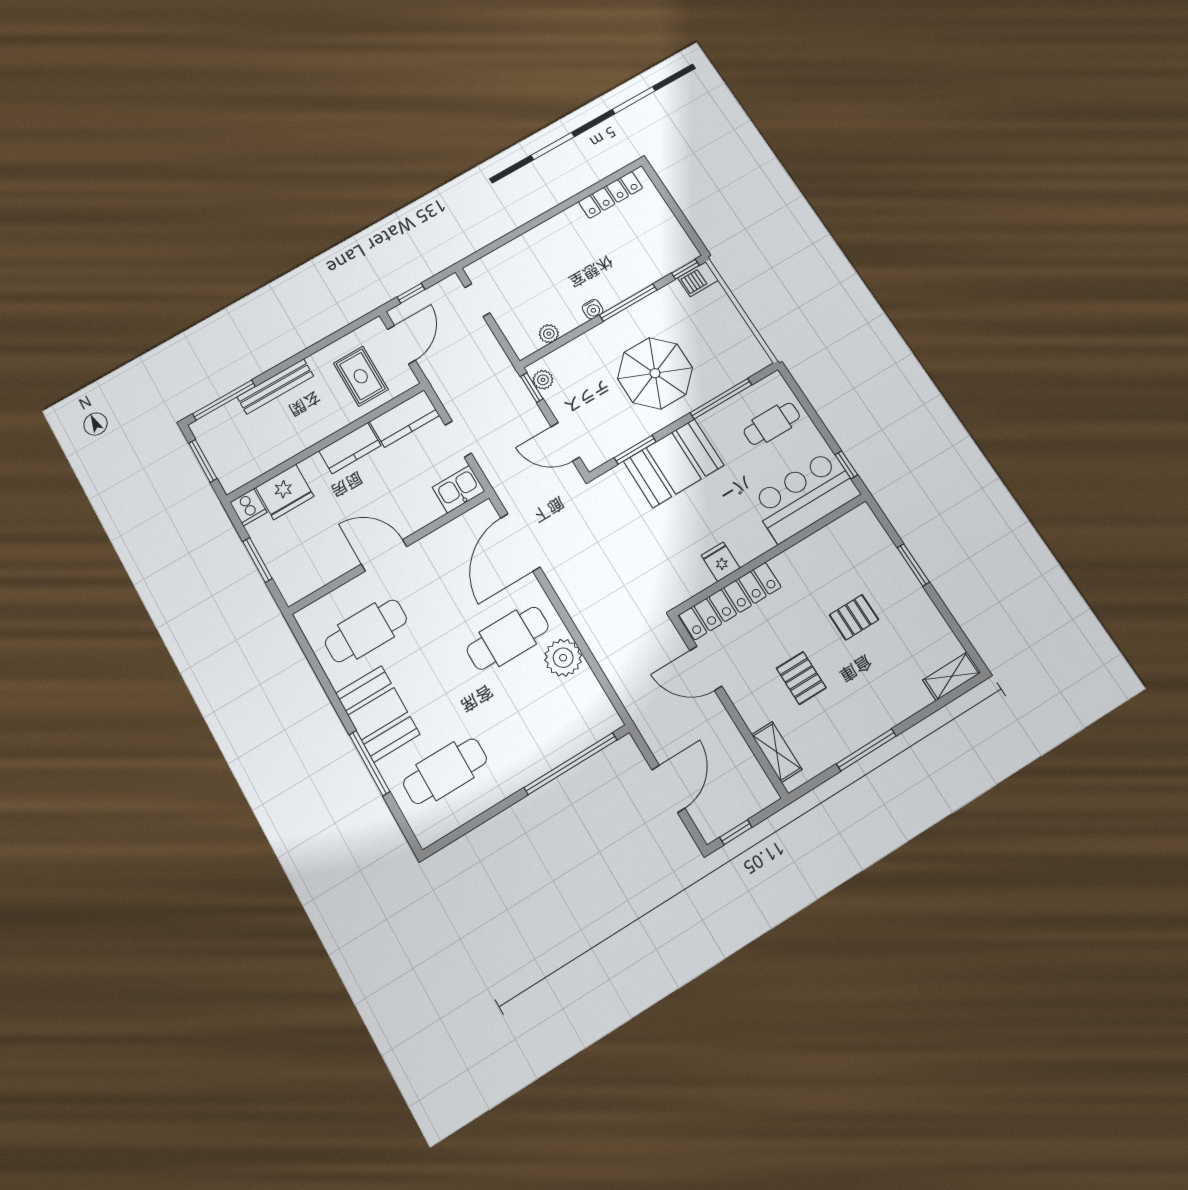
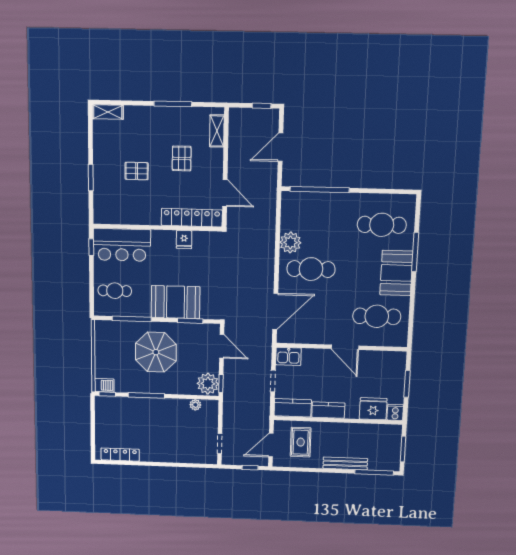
water cooler: (593, 309) -> (166, 403), removed
plant: (543, 380) -> (208, 384), width x1.87, depth x1.87

